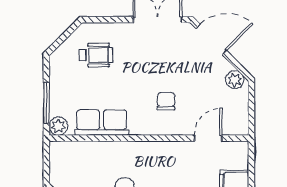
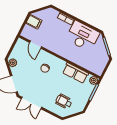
door: (208, 138) -> (36, 45), hinge flipped

